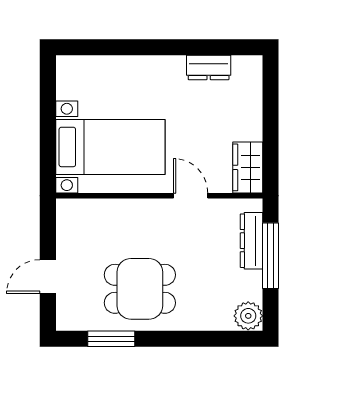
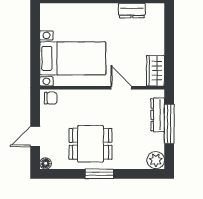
chair: (74, 213) -> (51, 98), added
floor lamp: (65, 321) -> (46, 163), added
window: (111, 339) -> (99, 174), moved

